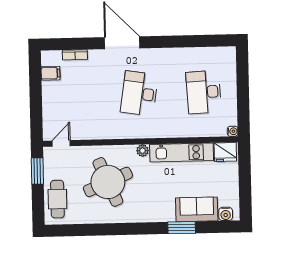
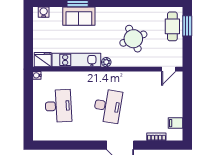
window: (37, 171) -> (187, 26), moved
round table: (108, 182) -> (133, 39), width x0.73, depth x0.73
sofa: (197, 209) -> (79, 16), moved

